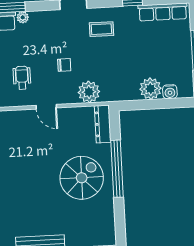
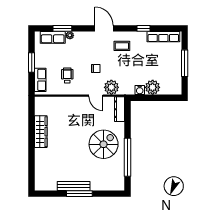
water cooler: (170, 92) -> (140, 90), moved
door: (46, 107) -> (96, 96), moved
window: (117, 169) -> (127, 157), moved

